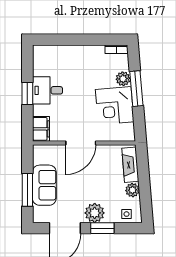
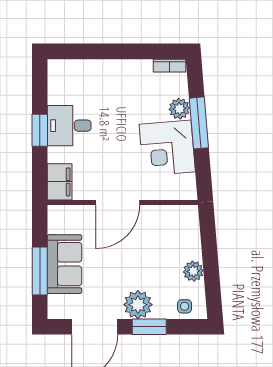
fireplace: (130, 165) -> (190, 234), removed

